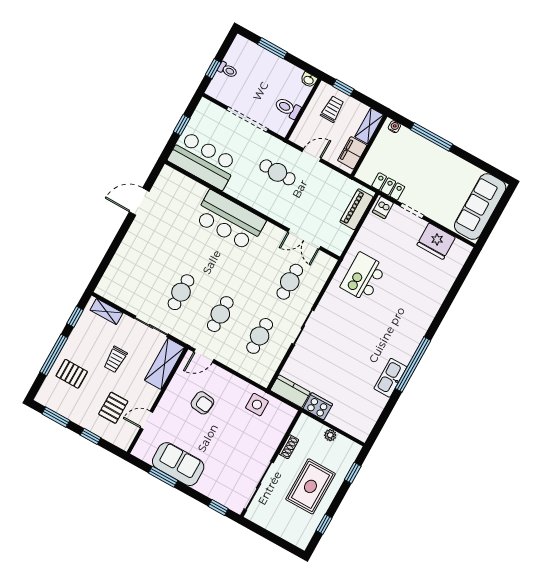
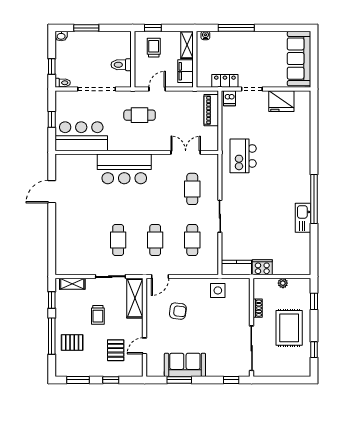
toilet: (228, 70) -> (63, 83), moved
washbasin: (309, 80) -> (61, 36), moved
double door: (304, 239) -> (186, 152), swing flipped

